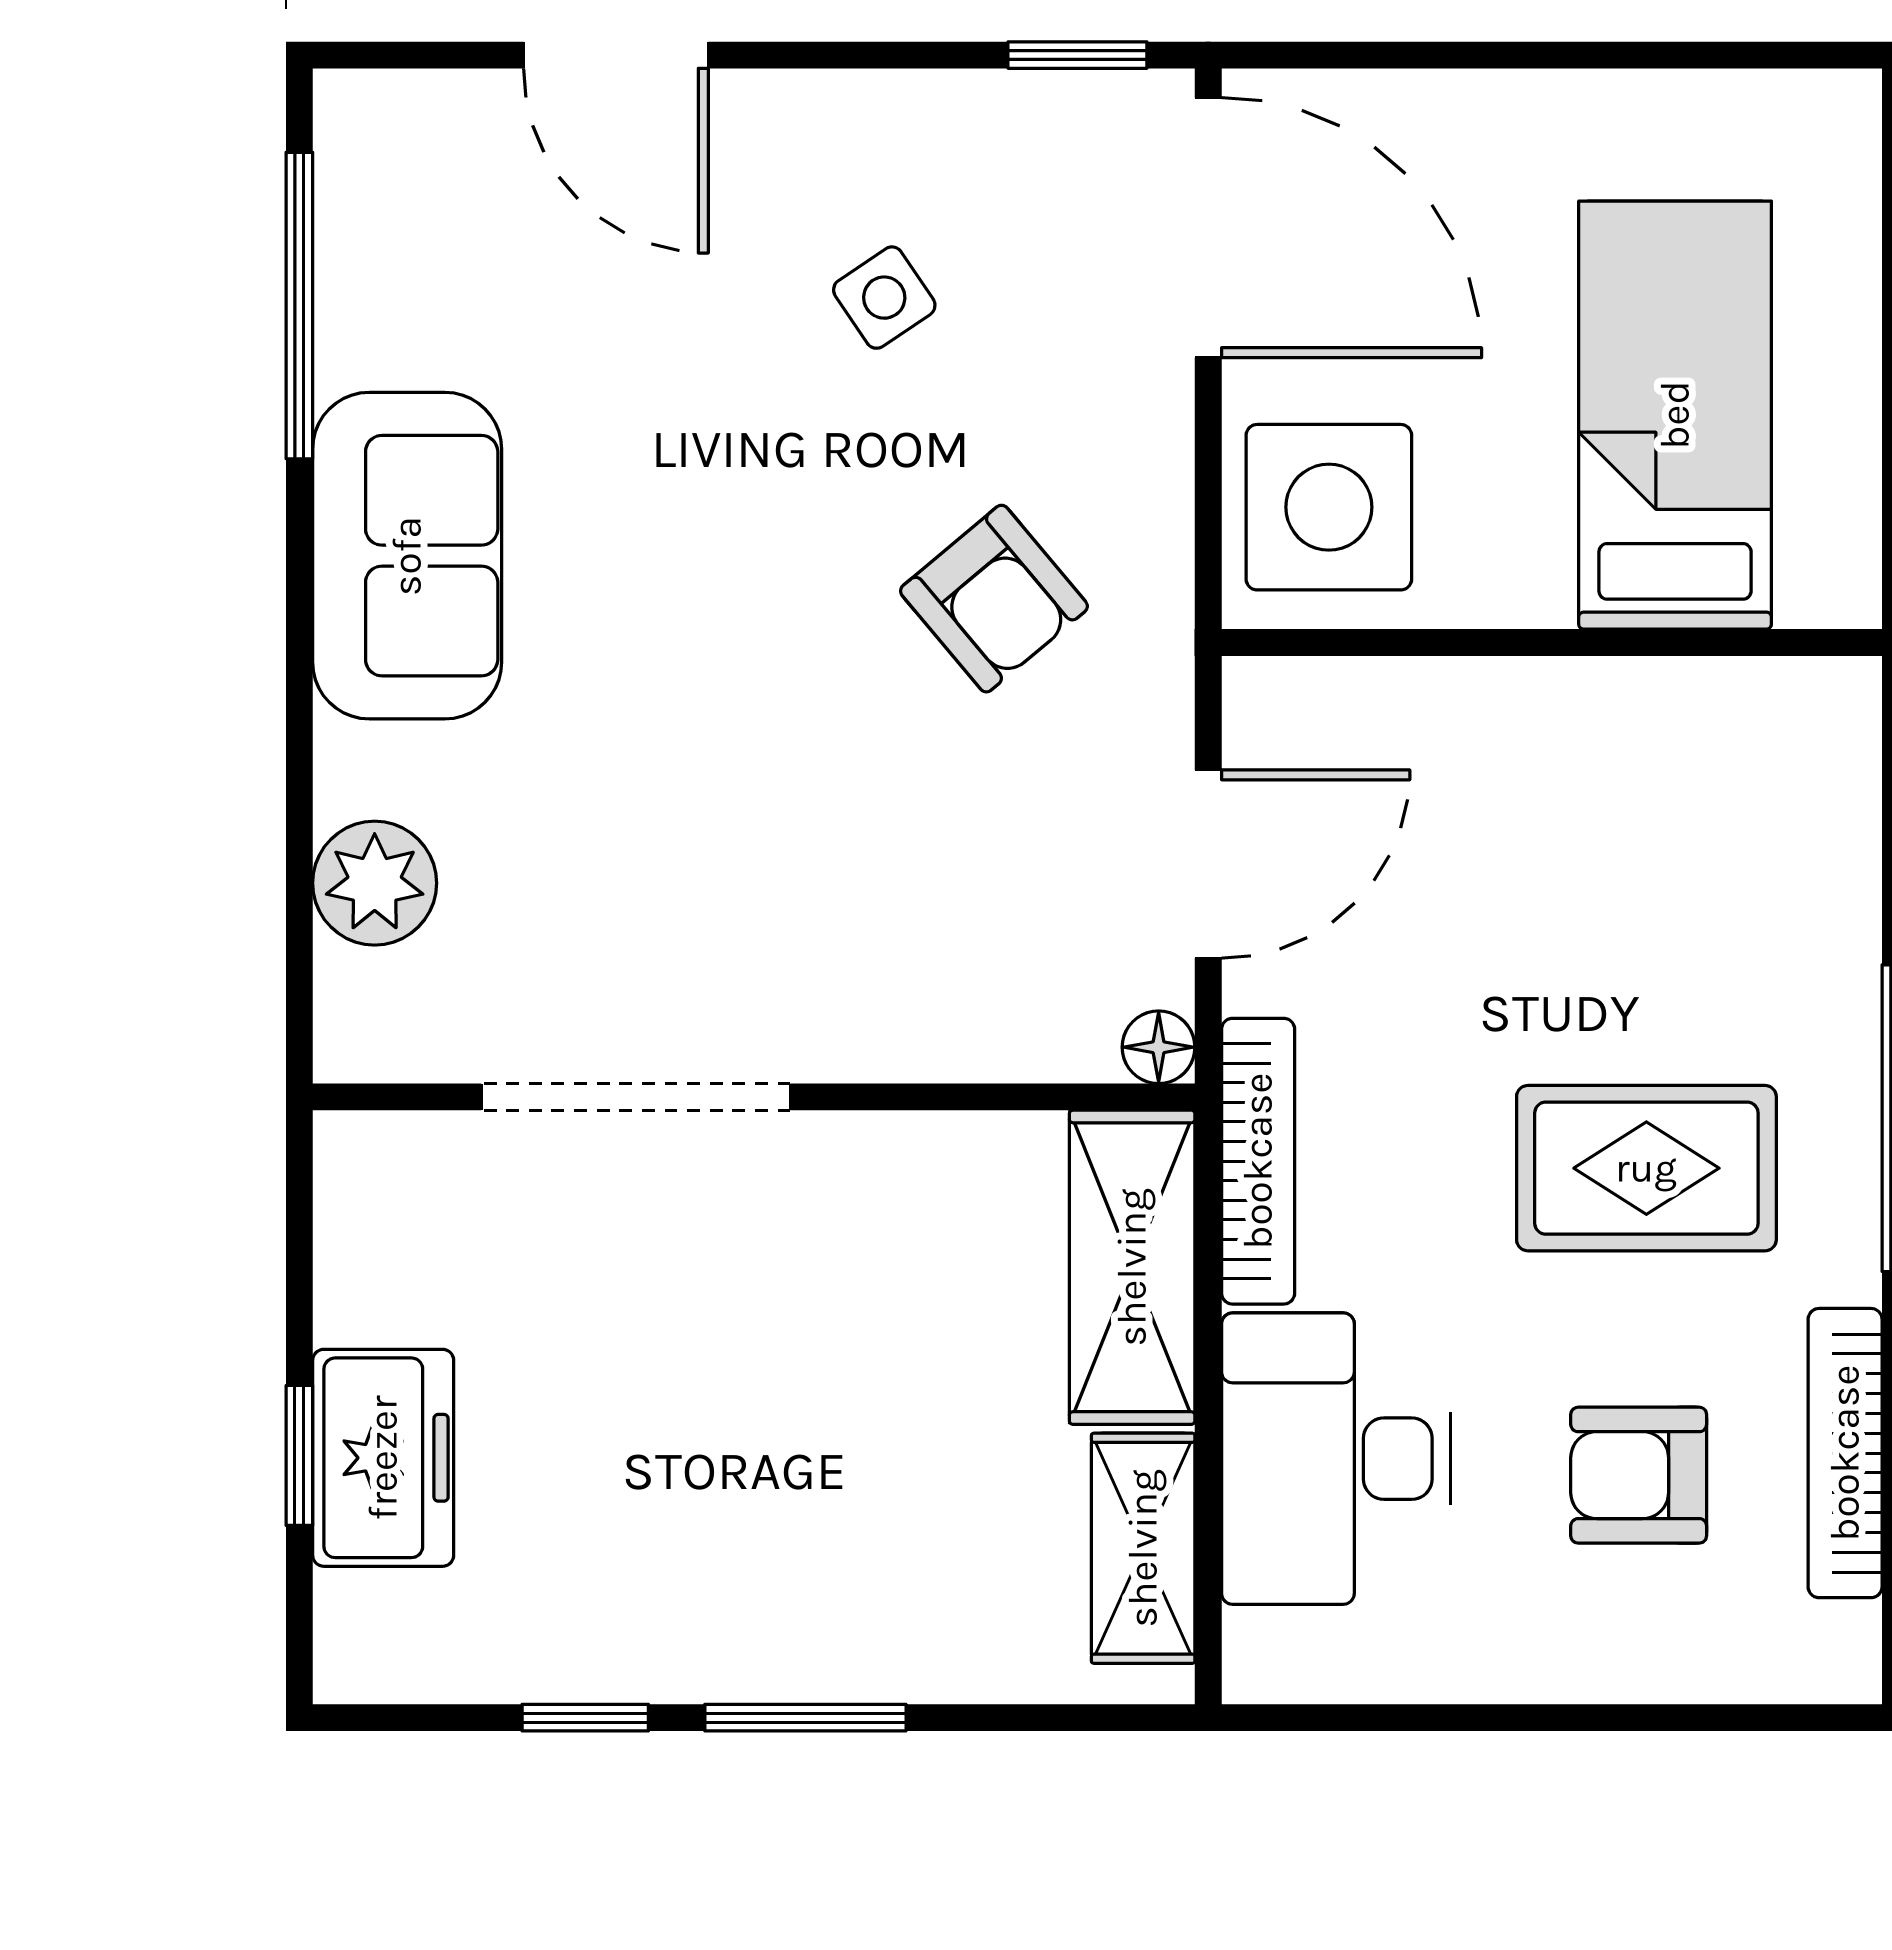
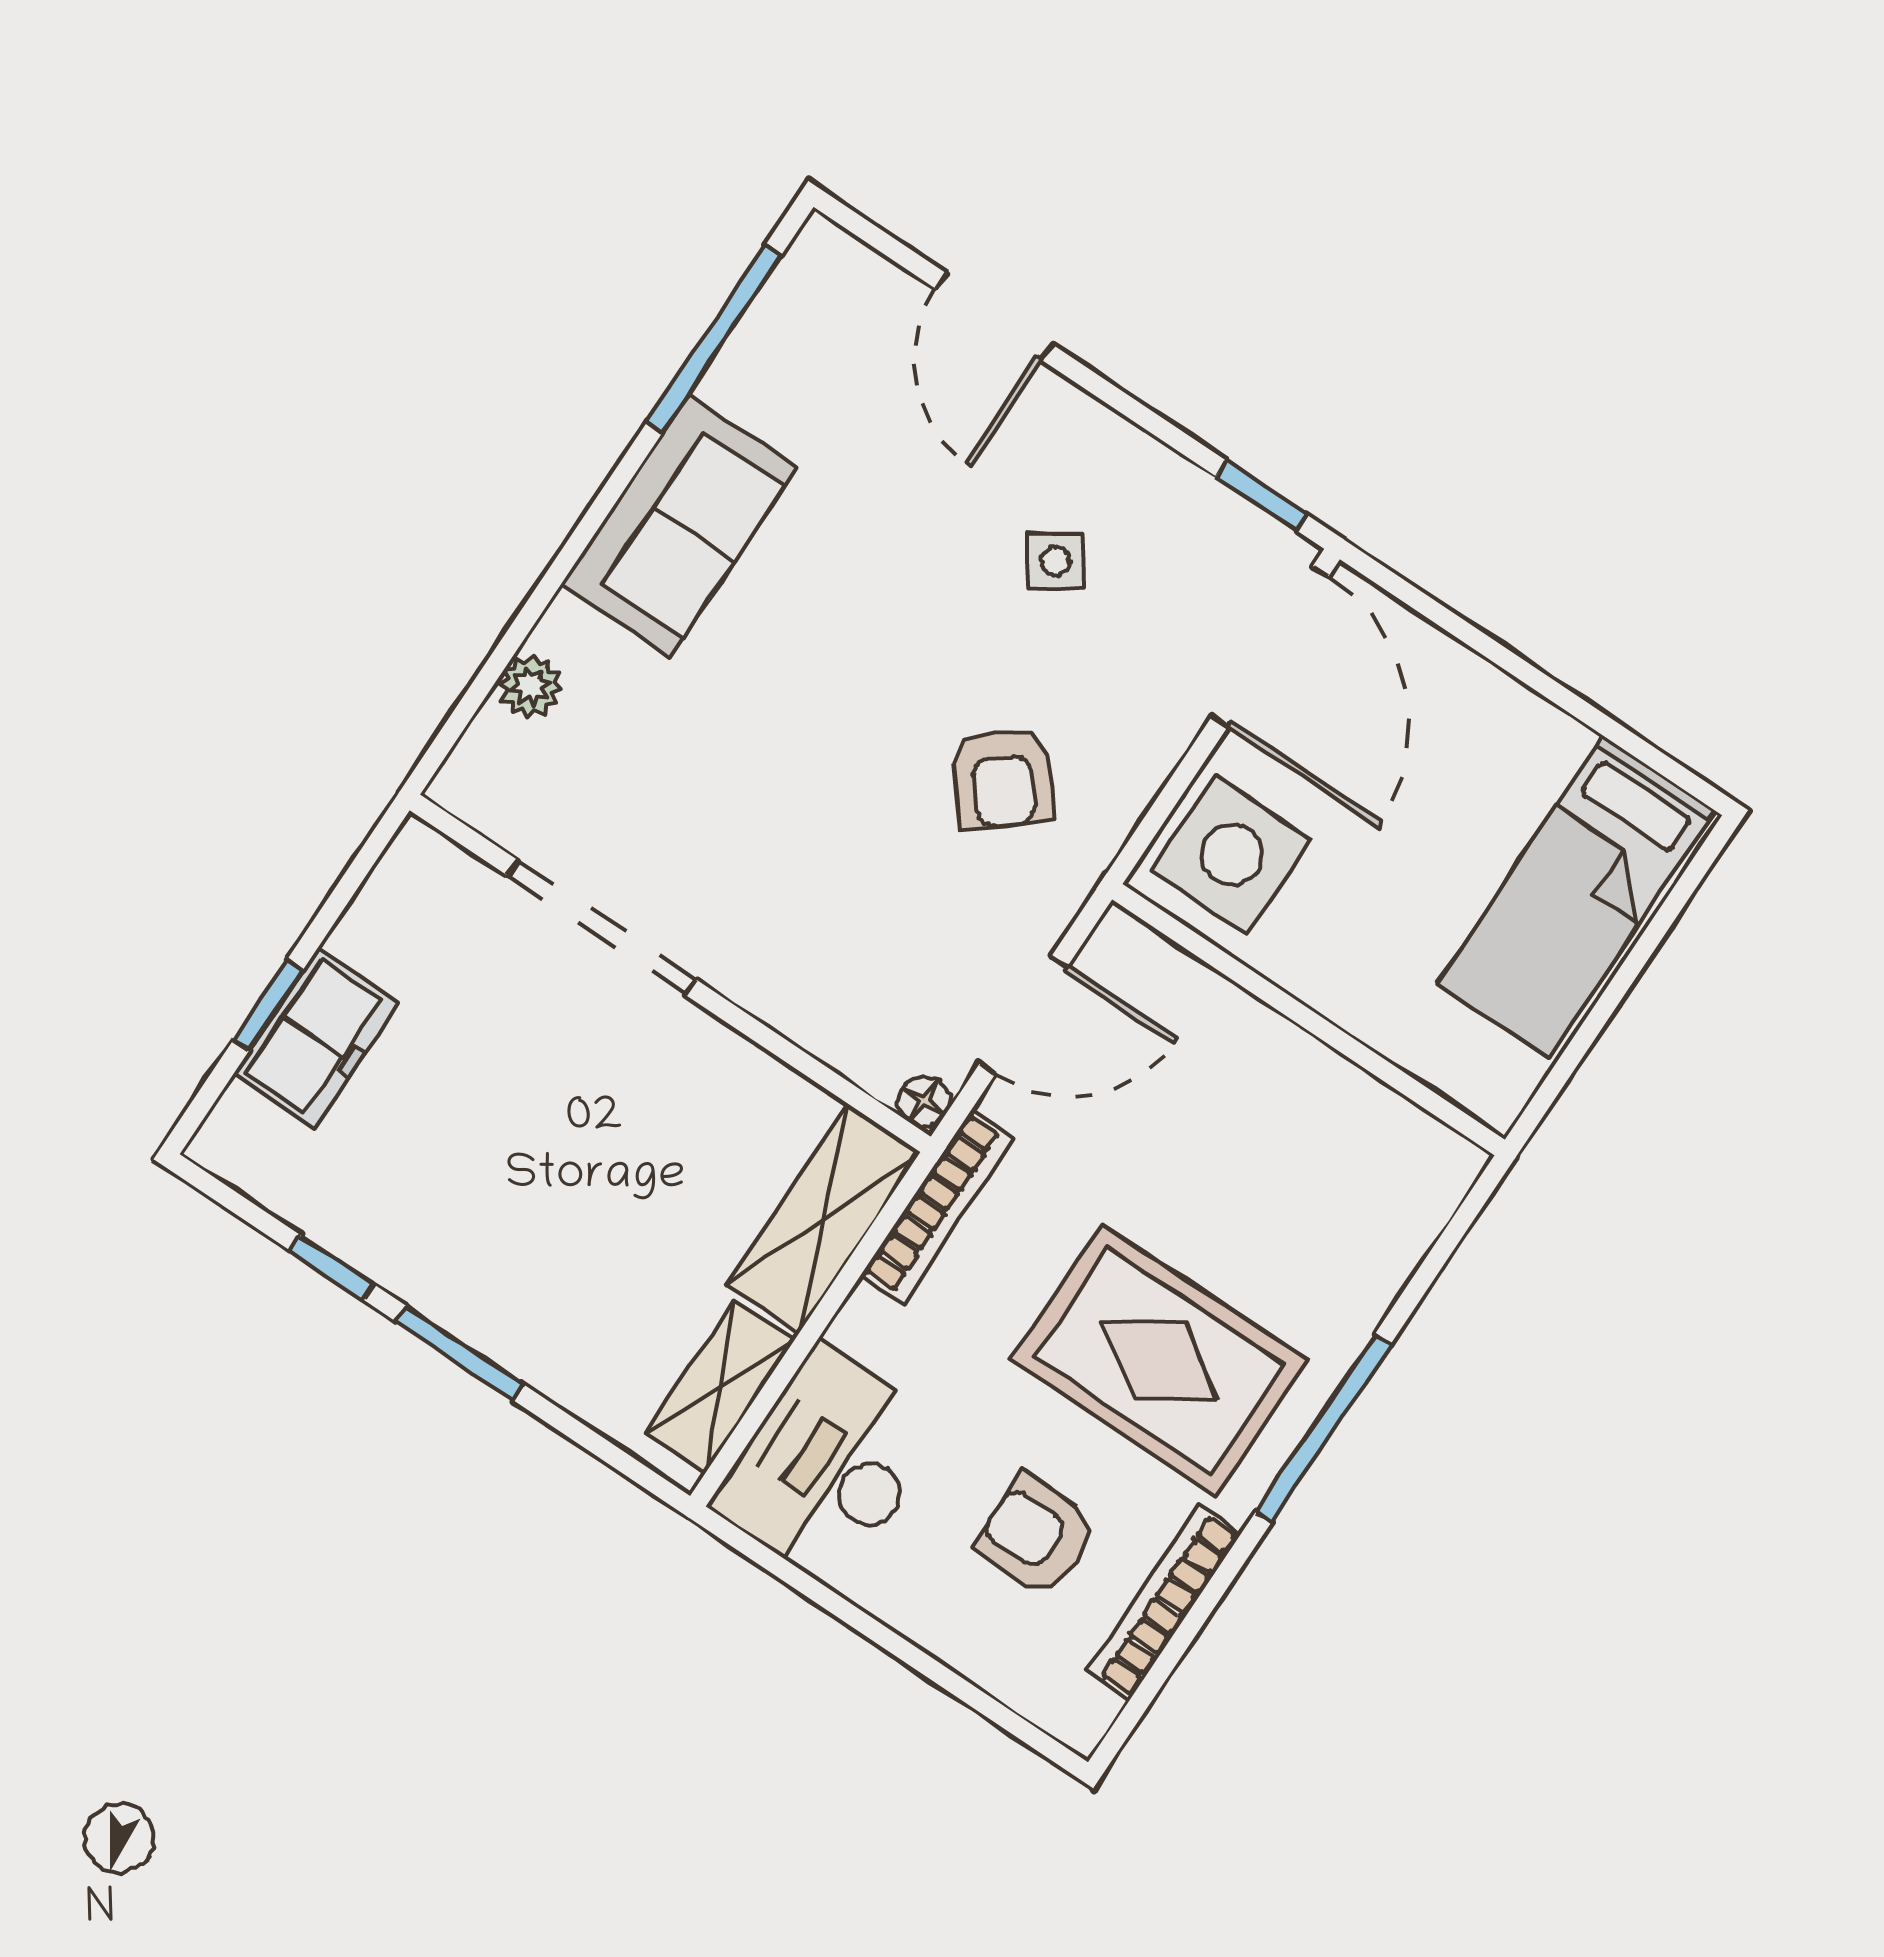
bed: (1675, 415) -> (1576, 897), moved, turned 180
plant: (375, 883) -> (530, 686), width x0.73, depth x0.73
rug: (1646, 1168) -> (1159, 1361), width x1.36, depth x1.43
desk: (1336, 1459) -> (828, 1466), moved

